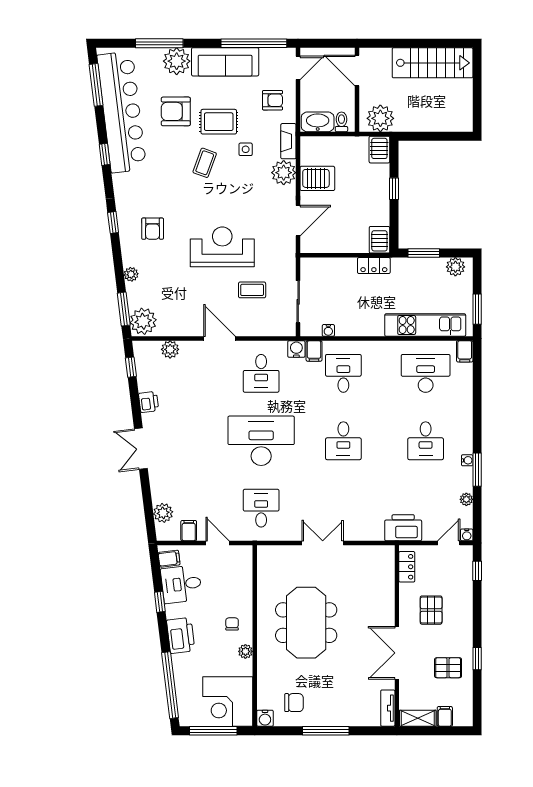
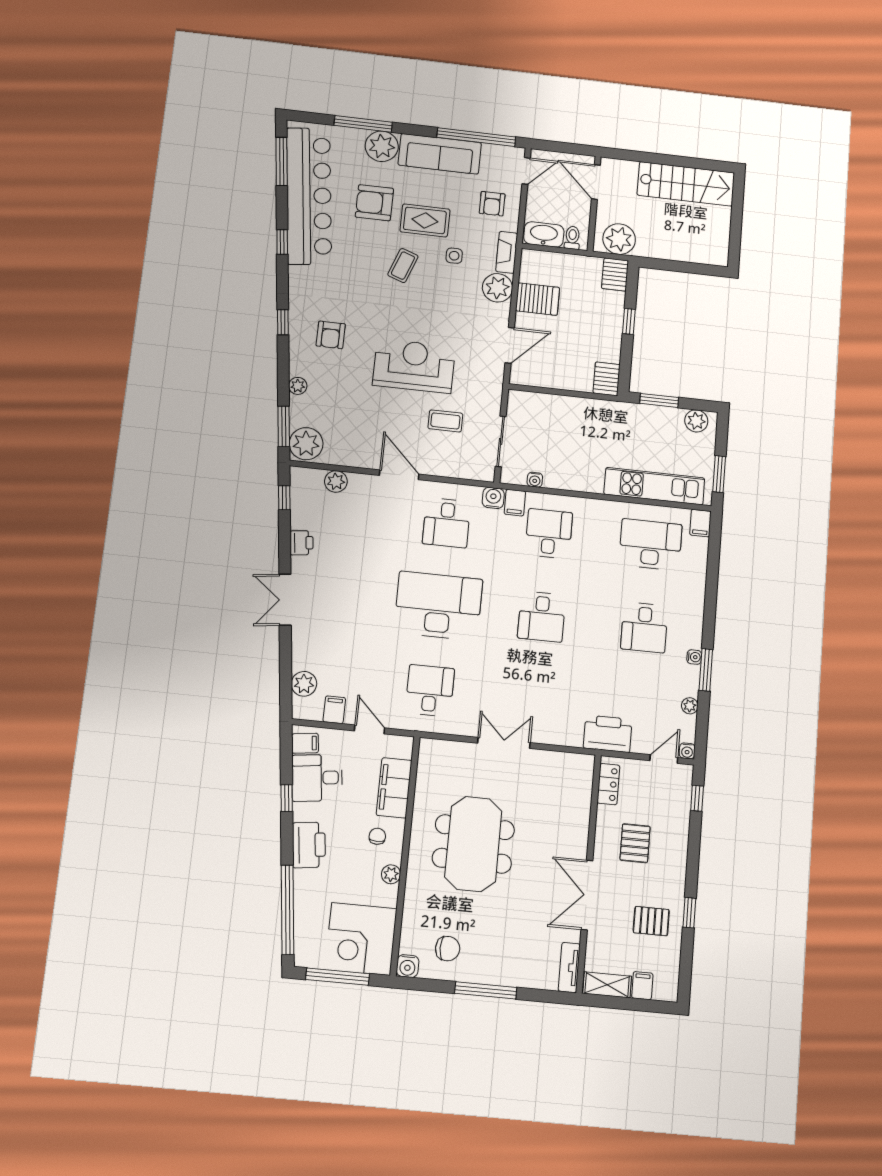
armchair: (273, 100) -> (492, 204), turned 90
locker: (374, 266) -> (597, 408), removed
filing cabinet: (241, 586) -> (394, 788), added

